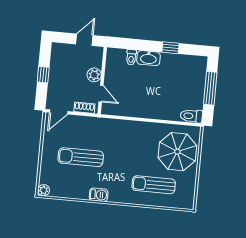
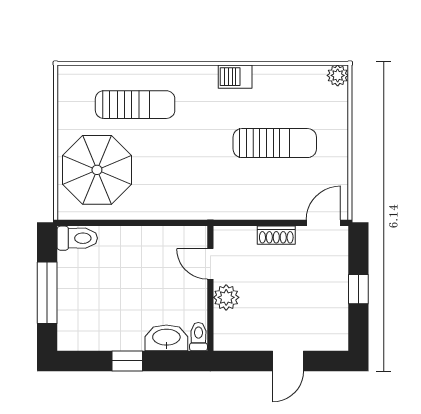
plant: (94, 75) -> (226, 297), moved
wall: (102, 81) -> (210, 288), moved
door: (101, 94) -> (210, 264), moved

